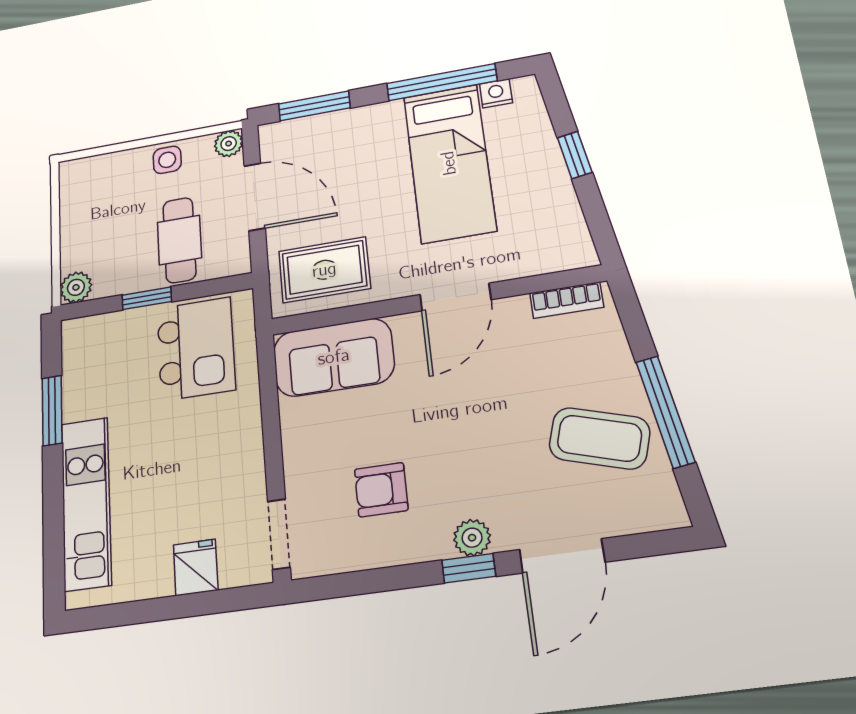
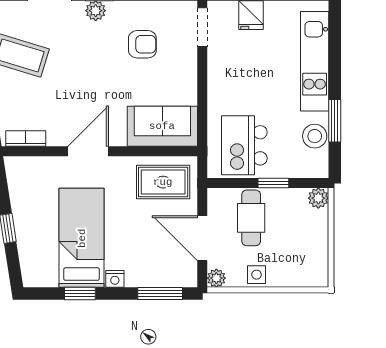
window: (442, 82) -> (80, 294), width x0.46
nightstand: (496, 93) -> (115, 279), moved
stool: (83, 381) -> (315, 136), added

